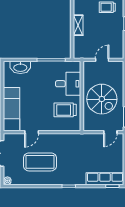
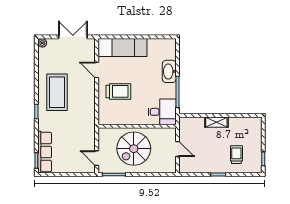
washbasin: (20, 67) -> (169, 71), moved
desk: (68, 84) -> (162, 112), moved, turned -90
trolley: (65, 110) -> (118, 91), moved, turned 90
coffee table: (40, 162) -> (57, 92), moved

